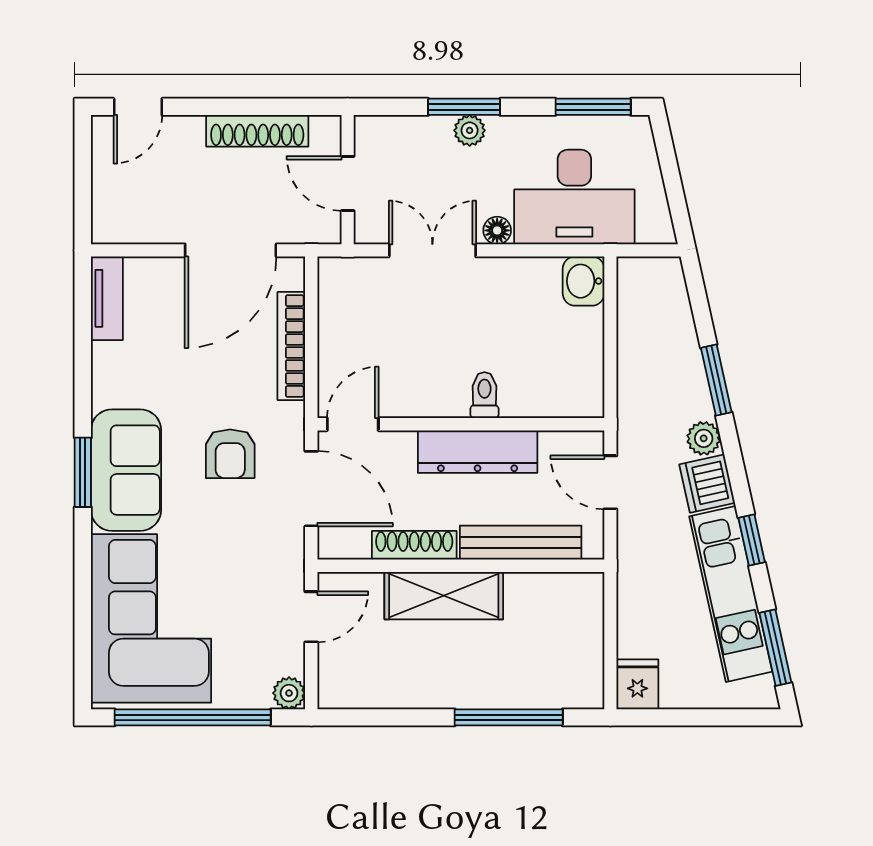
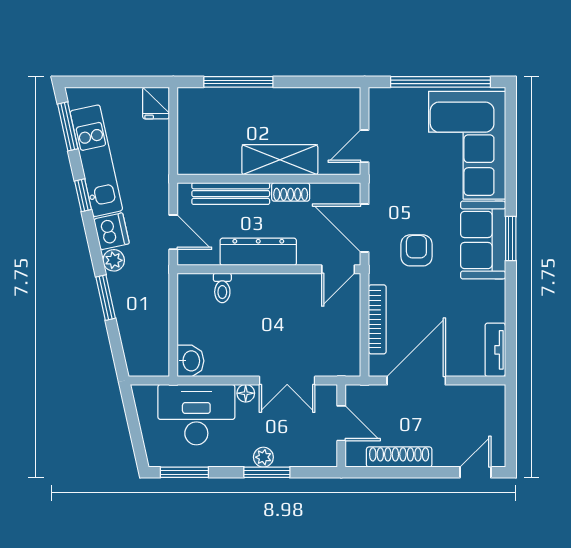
toilet: (484, 395) -> (222, 288), moved
shoe rack: (414, 545) -> (291, 192), width x0.70
plant: (289, 693) -> (379, 97), removed

